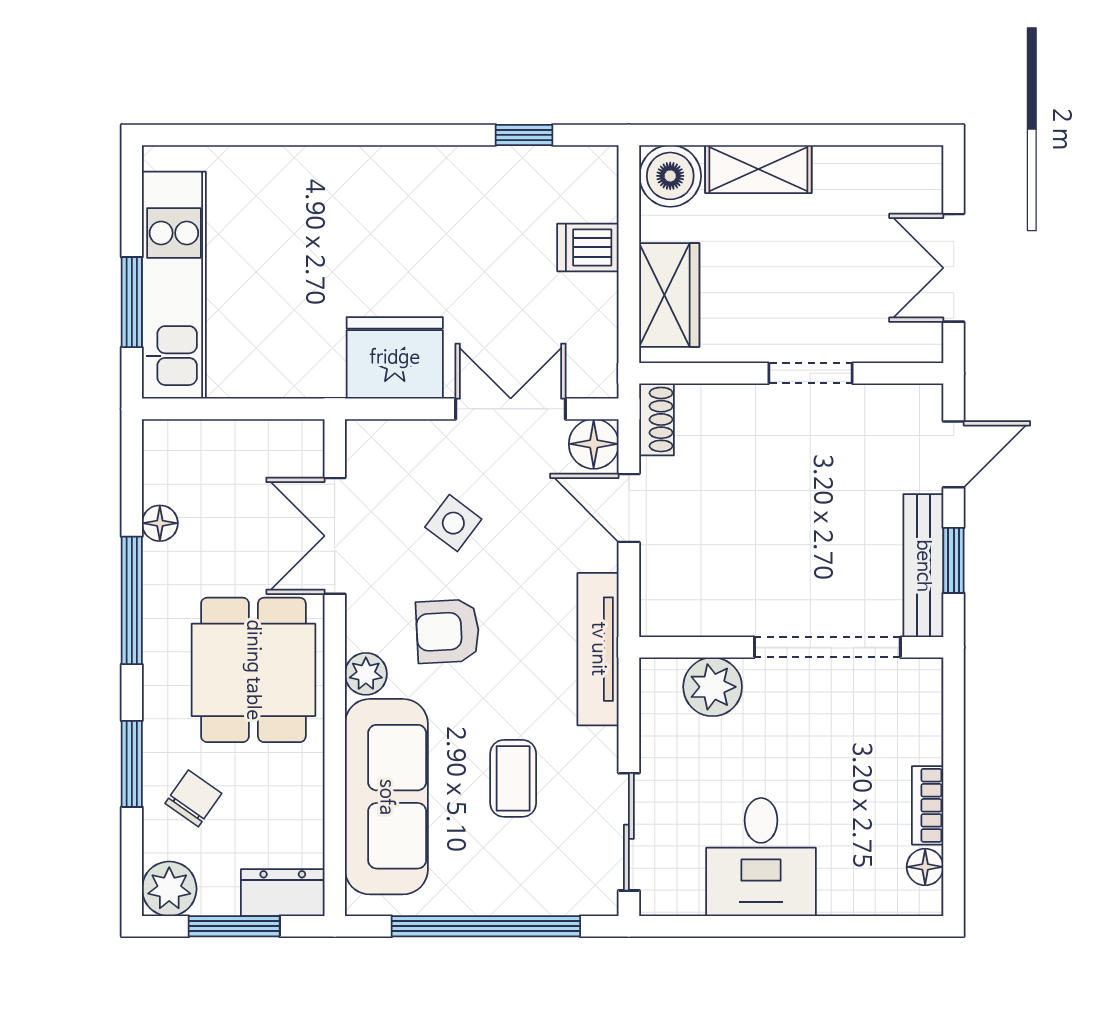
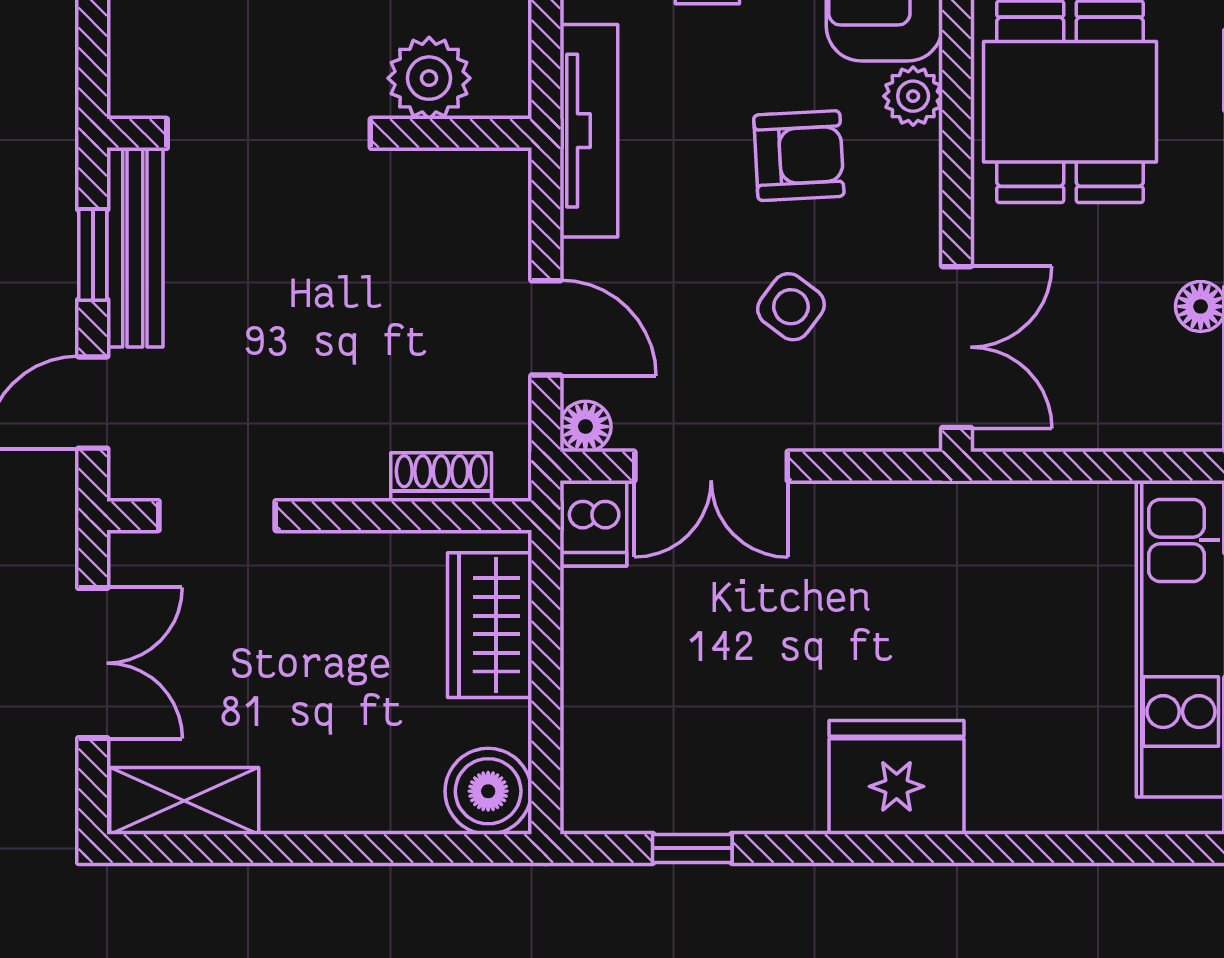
shelving: (758, 169) -> (184, 801), moved
dishwasher: (588, 247) -> (593, 523), moved, turned 90
fridge: (395, 358) -> (897, 777), moved, turned 180
doorway: (811, 373) -> (217, 516), moved
shoe rack: (656, 419) -> (441, 477), moved, turned 90
floor lamp: (594, 444) -> (585, 427), width x0.73, depth x0.73
double door: (335, 536) -> (957, 347), moved

